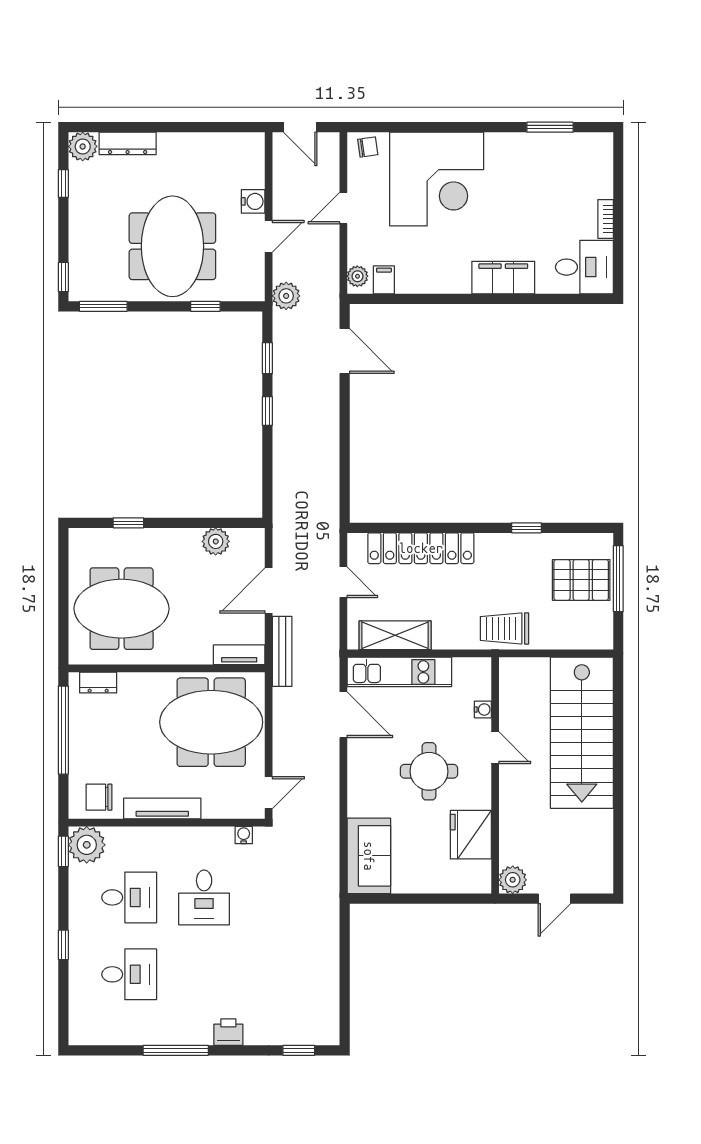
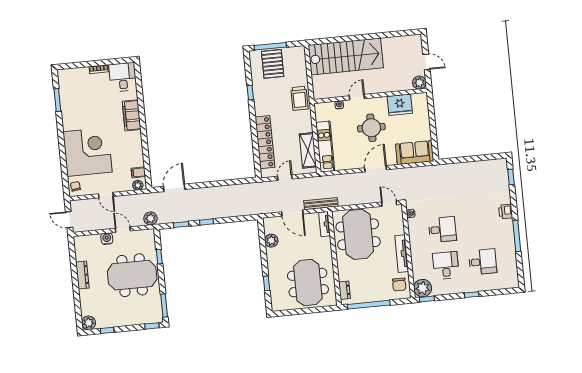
door: (300, 127) -> (69, 220), swing flipped
dresser: (128, 143) -> (82, 275), moved
door: (343, 715) -> (376, 169), moved
desk: (129, 974) -> (483, 262), turned 90

